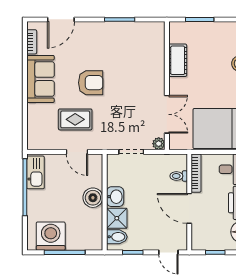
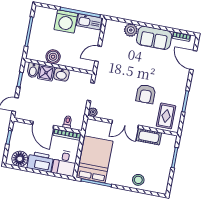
armchair: (91, 83) -> (146, 94), moved
plant: (36, 113) -> (131, 30), added
double door: (167, 114) -> (125, 124), moved
rug: (75, 119) -> (166, 116), moved
boiler: (93, 198) -> (53, 57), moved
door: (189, 208) -> (43, 125), swing flipped
washing machine: (51, 236) -> (66, 21), moved, turned 90

